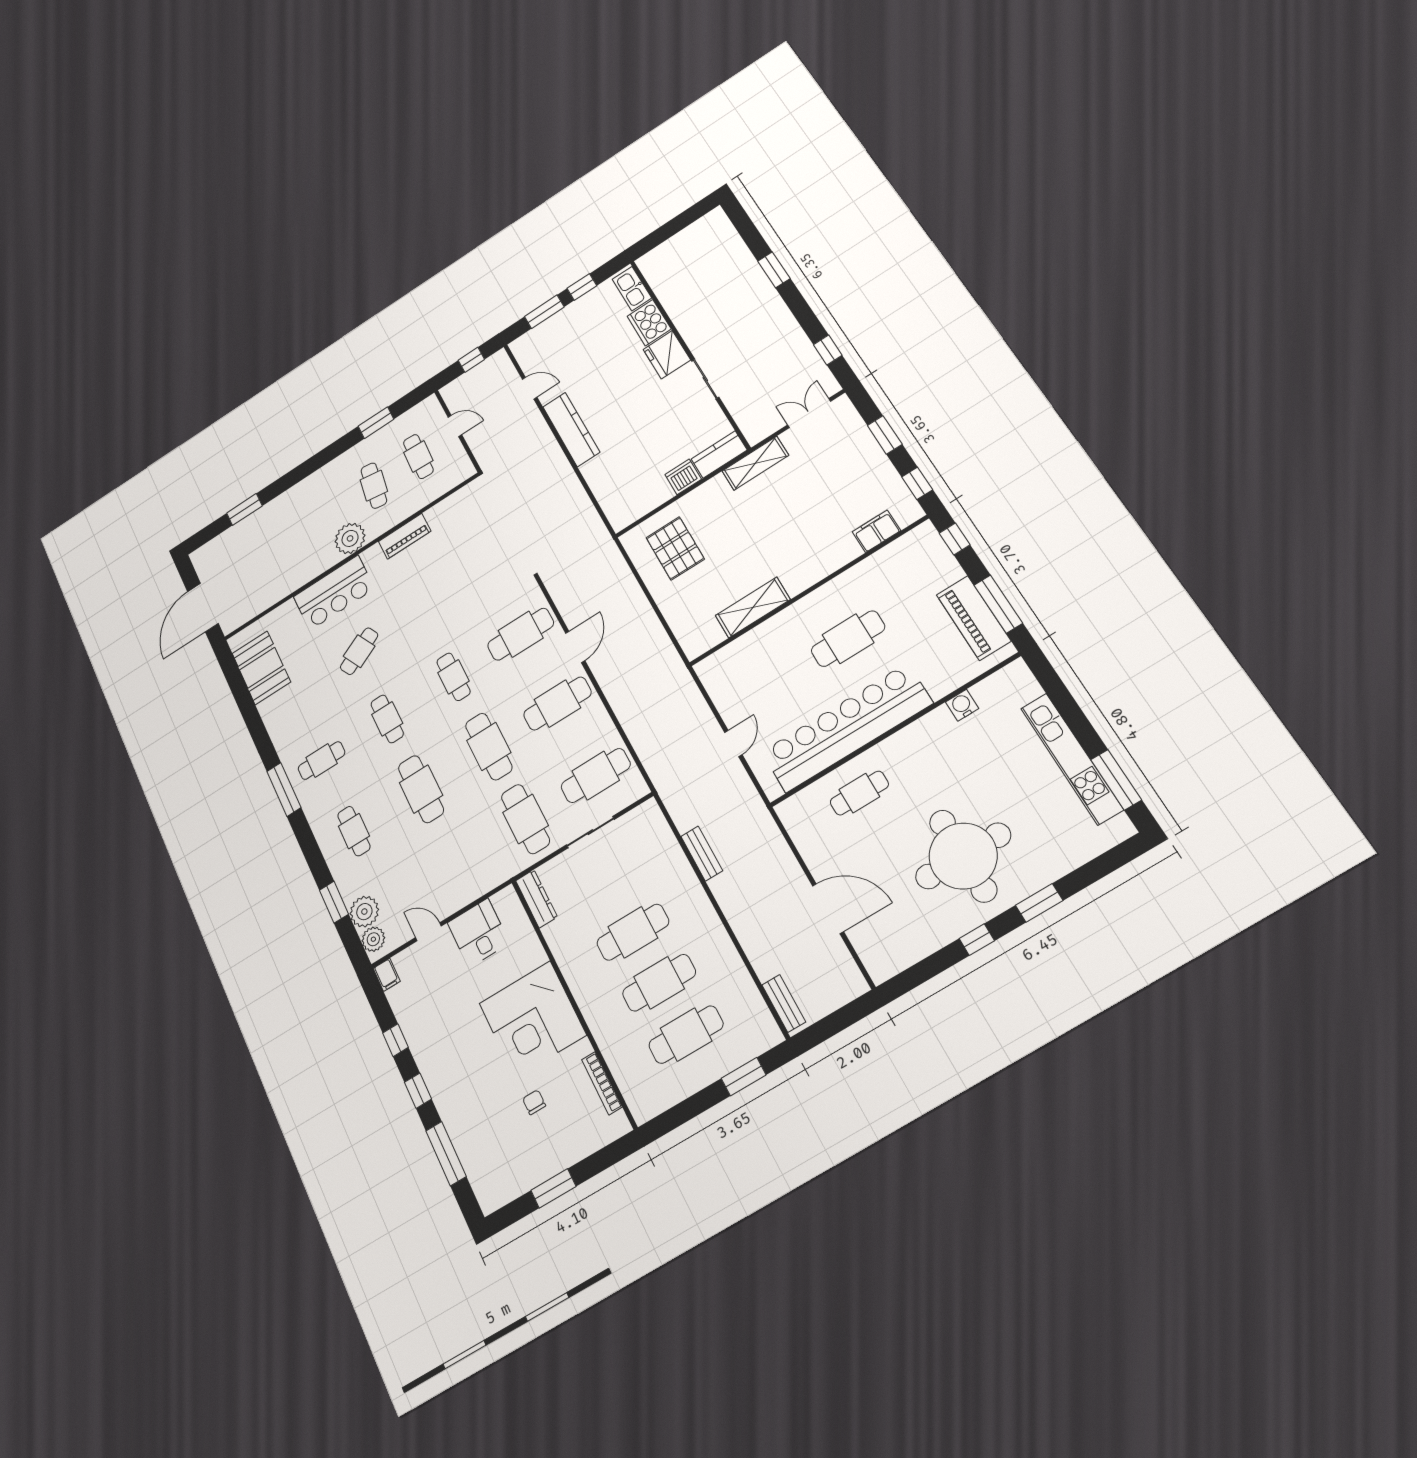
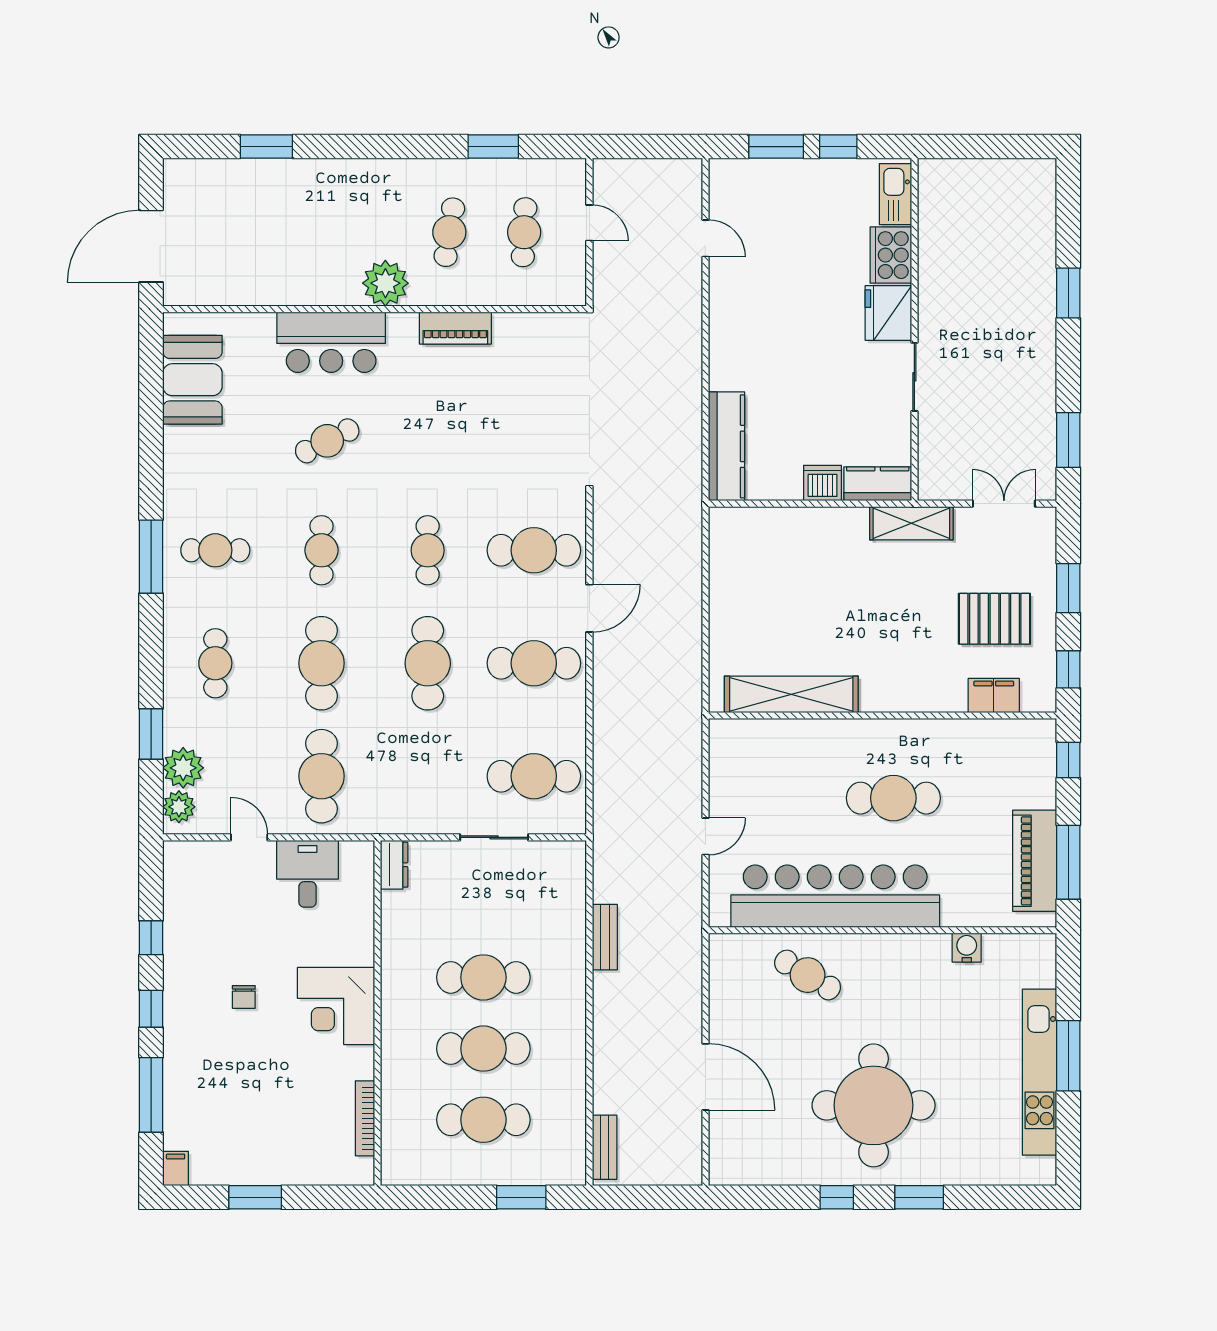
window: (828, 350) -> (1068, 440), width x1.50
window: (471, 360) -> (654, 147), removed
kitchen counter: (571, 429) -> (726, 446), moved
pallet: (675, 548) -> (994, 619), moved, turned 90
shelving: (753, 607) -> (791, 694), width x1.47
window: (1116, 780) -> (1068, 1056), moved
cafe table: (859, 793) -> (808, 975), turned 31
cafe table: (525, 819) -> (321, 776), moved
dresser: (536, 899) -> (394, 865), width x0.70
filing cabinet: (387, 975) -> (176, 1169), moved, turned 180
corner desk: (532, 1019) -> (336, 1006), width x0.74, depth x0.74
chair: (534, 1102) -> (244, 997), moved, turned 180

